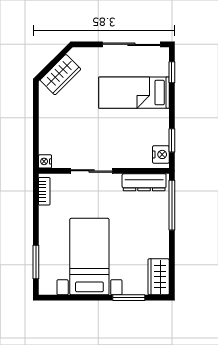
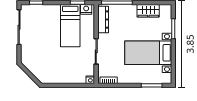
wardrobe: (60, 75) -> (38, 70), removed
bed: (134, 93) -> (70, 26), moved
wardrobe: (159, 277) -> (148, 11), moved

